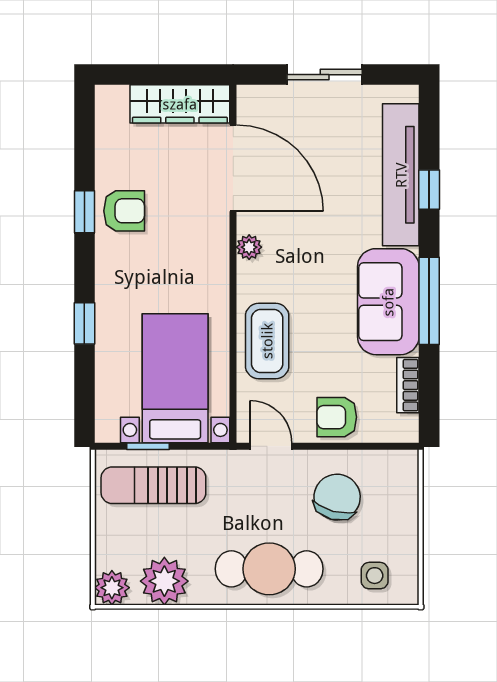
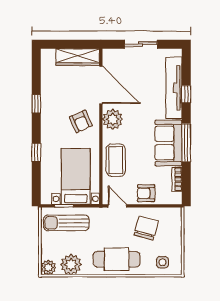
armchair: (124, 211) -> (81, 121), moved, turned 66
plant: (249, 247) -> (113, 119), width x1.87, depth x1.87

